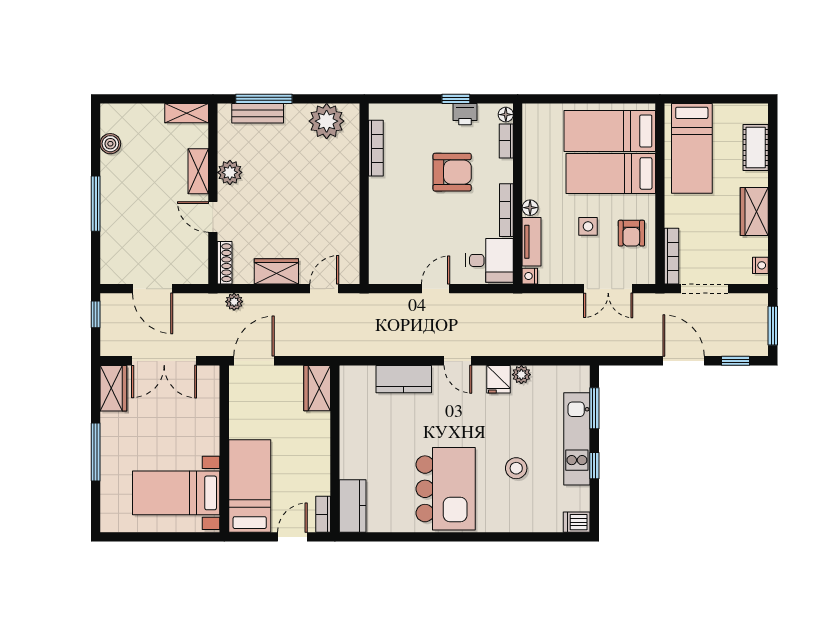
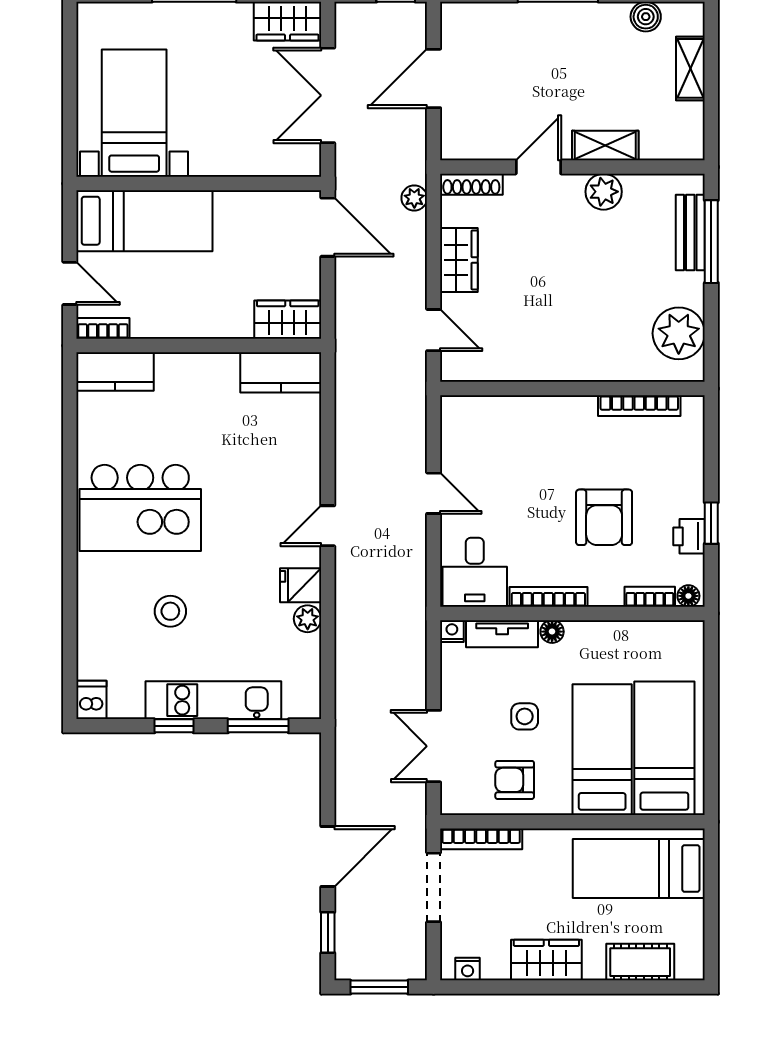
shelving: (187, 113) -> (690, 68), moved
kitchen counter: (404, 379) -> (281, 372), moved, turned -90

